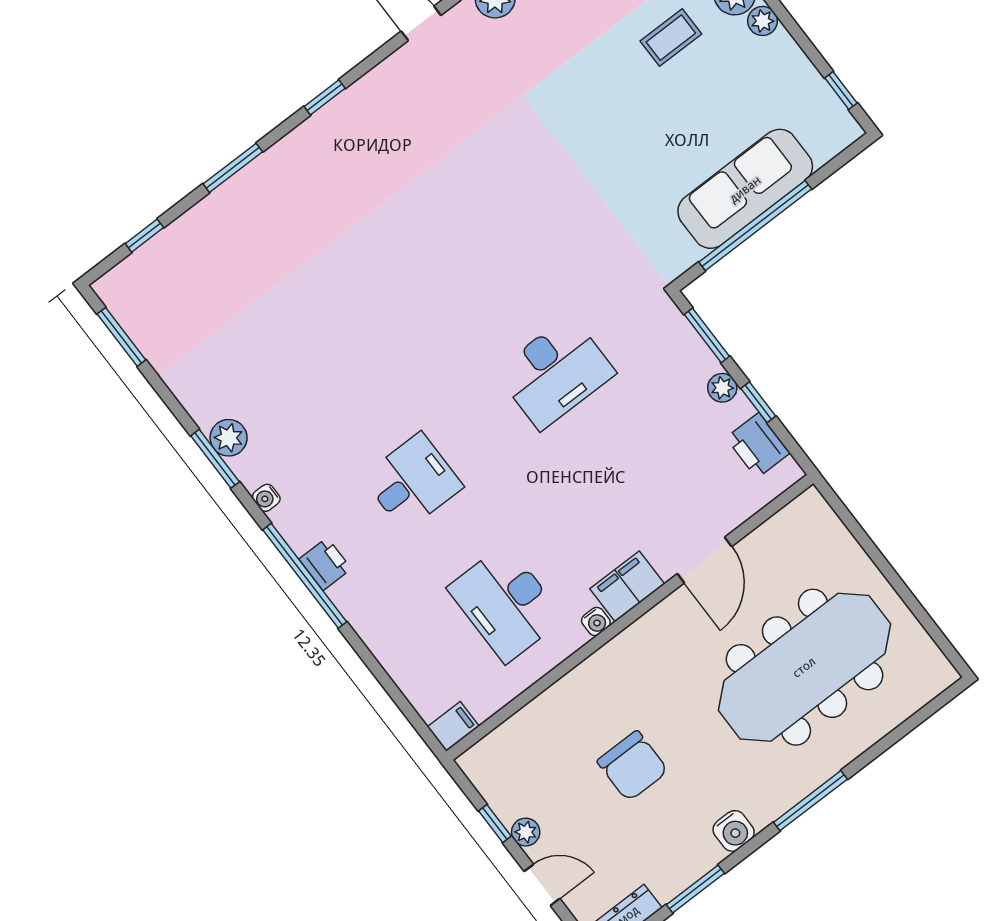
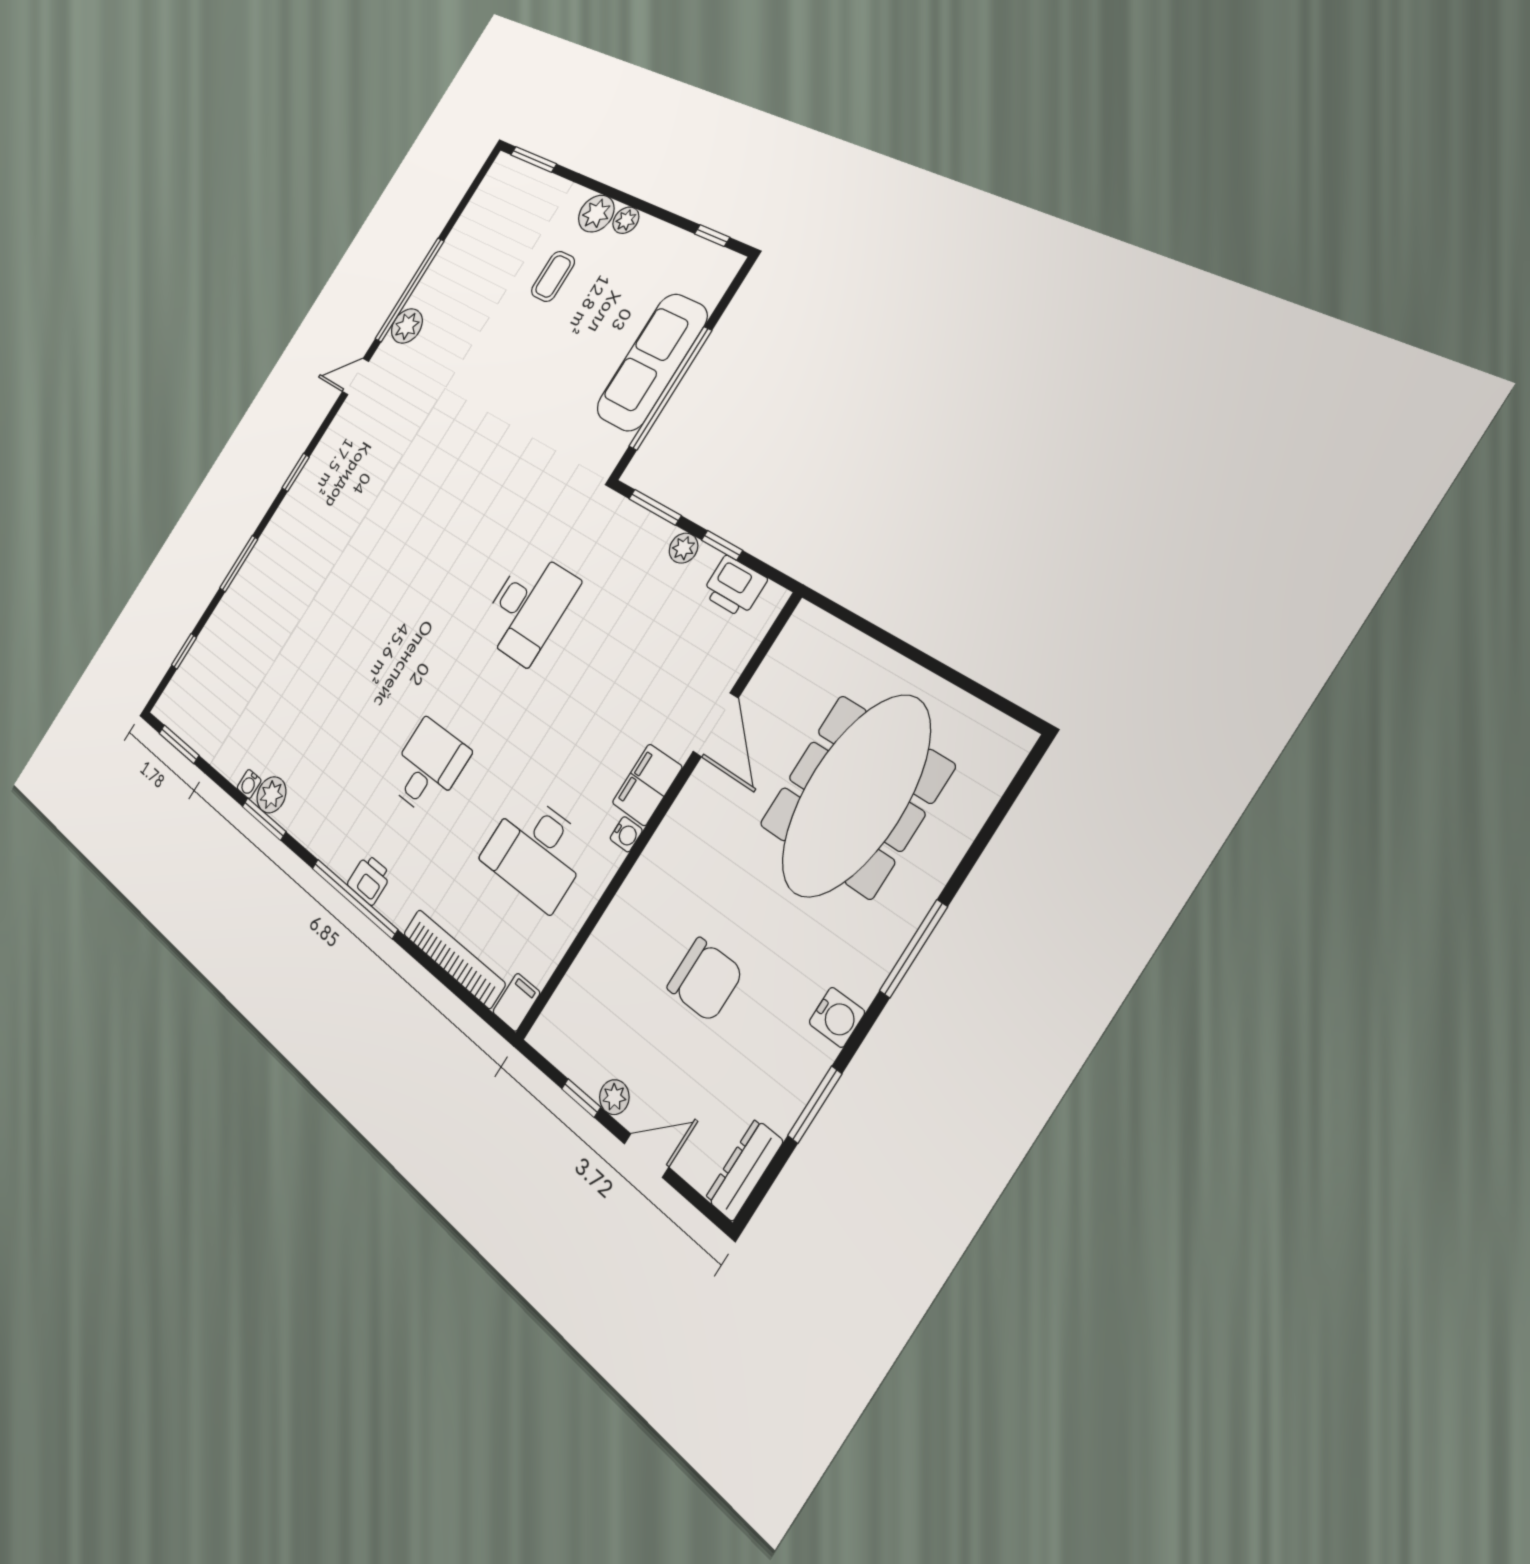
water cooler: (266, 498) -> (249, 784), moved
bookcase: (399, 668) -> (454, 958), added

